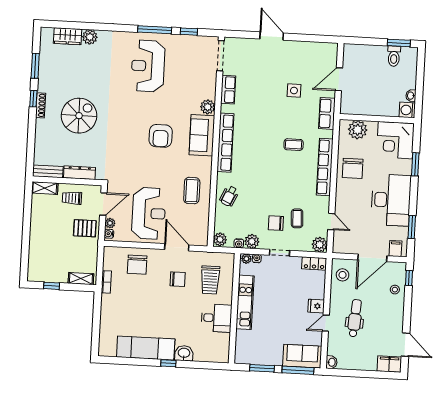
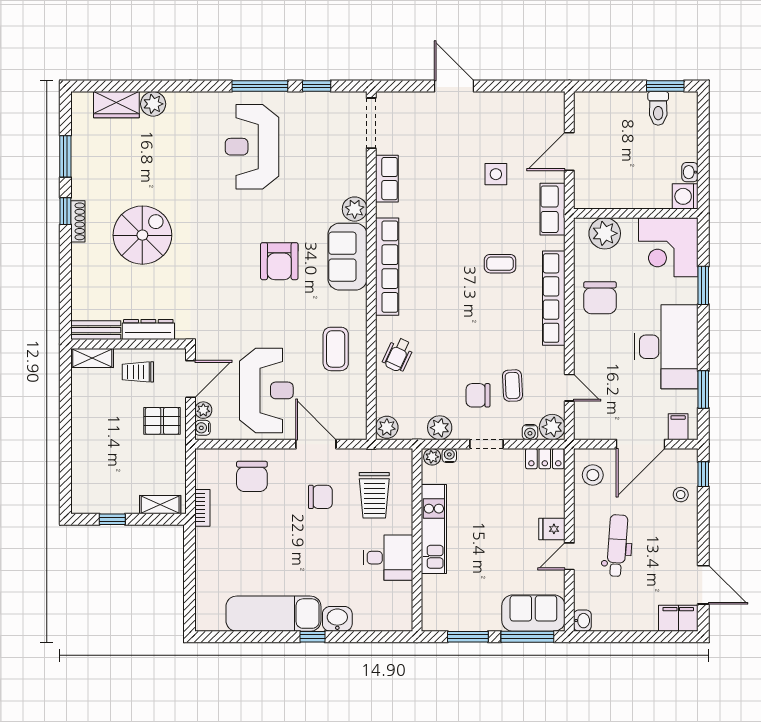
water cooler: (239, 243) -> (530, 432), moved

